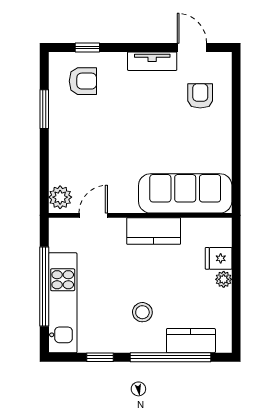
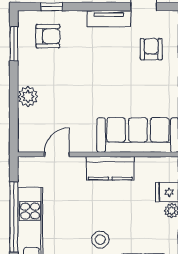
window: (44, 109) -> (14, 44), moved
plant: (60, 197) -> (28, 96), moved

